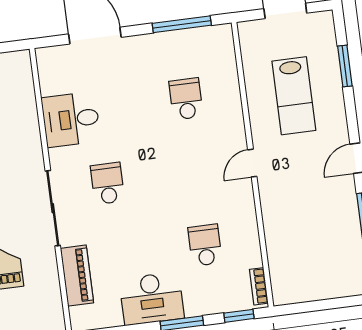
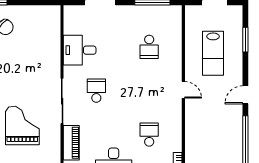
school desk: (186, 99) -> (149, 47), turned 180
door: (252, 163) -> (183, 90), swing flipped

